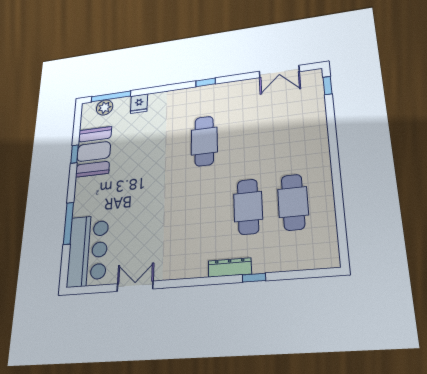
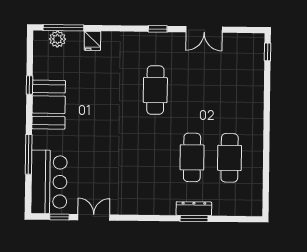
double door: (279, 72) -> (204, 29), moved
booth: (94, 152) -> (49, 105), moved
dresser: (230, 267) -> (194, 209), moved
window: (254, 278) -> (194, 219), width x1.50
window: (97, 289) -> (59, 217), added

